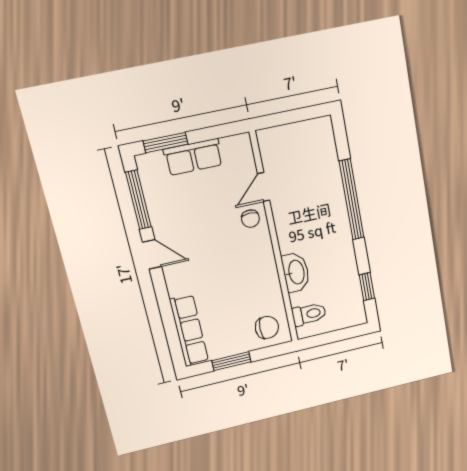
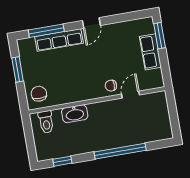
door: (264, 187) -> (130, 95), hinge flipped
window: (138, 200) -> (46, 31), moved
chair: (267, 327) -> (39, 94), turned 180
row of seats: (189, 331) -> (59, 40), moved

